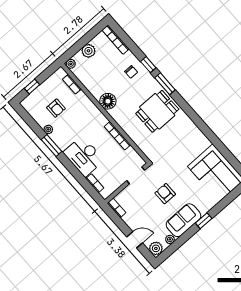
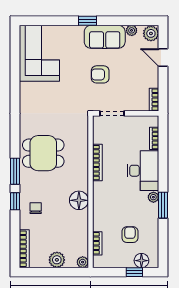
floor lamp: (34, 98) -> (141, 261), added
plant: (48, 129) -> (153, 197), moved
armchair: (165, 194) -> (100, 74), turned 90

